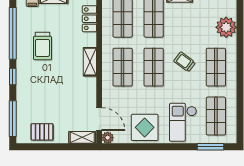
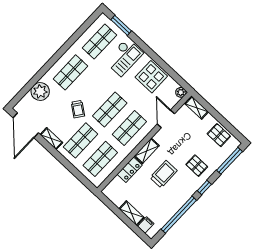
locker: (89, 19) -> (130, 170), moved
trolley: (42, 46) -> (164, 174), moved
trolley: (185, 62) -> (78, 109), moved
pallet: (36, 89) -> (197, 166), added
door: (99, 119) -> (166, 119), moved

